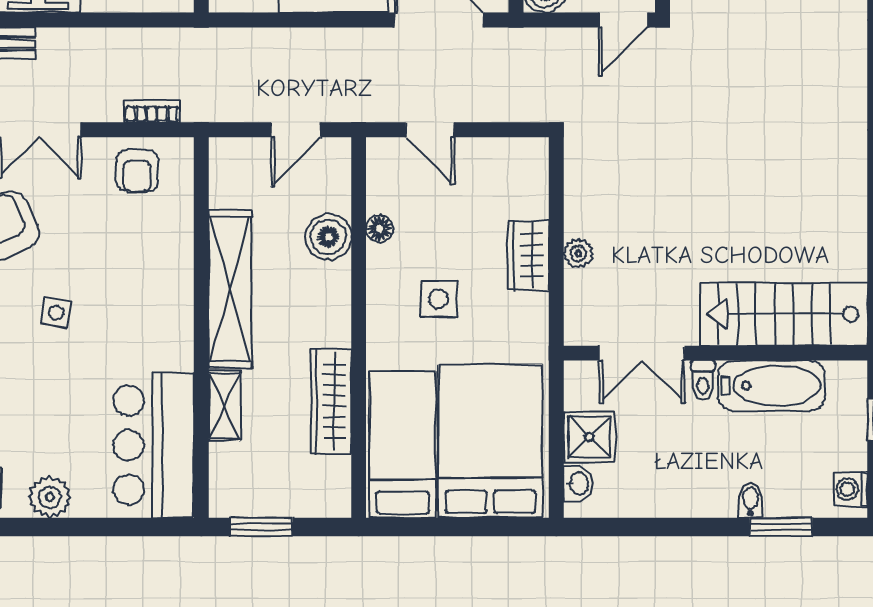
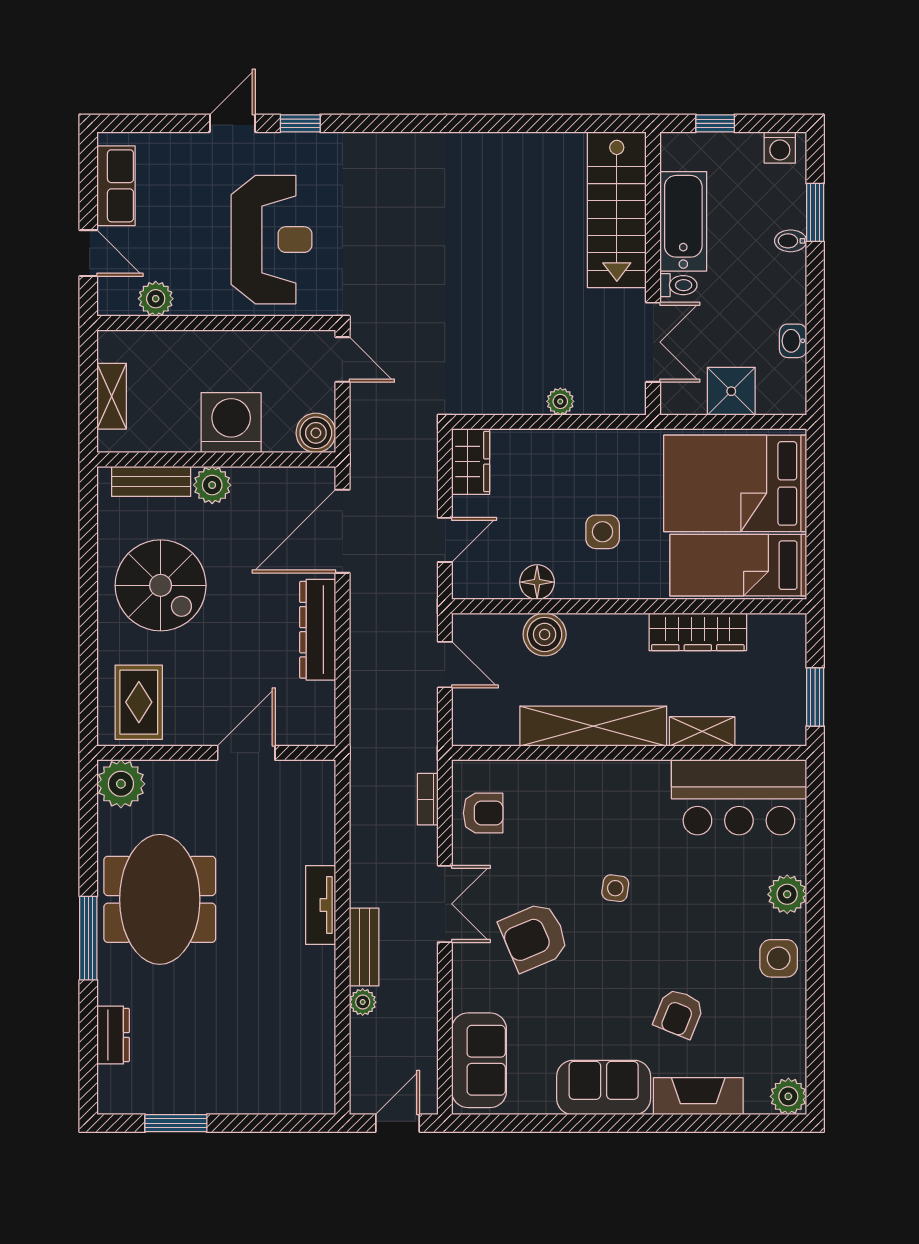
floor lamp: (380, 229) -> (537, 582), width x1.37, depth x1.37
wardrobe: (529, 255) -> (471, 462), moved, turned -90
washbasin: (578, 484) -> (793, 341), moved, turned -90

